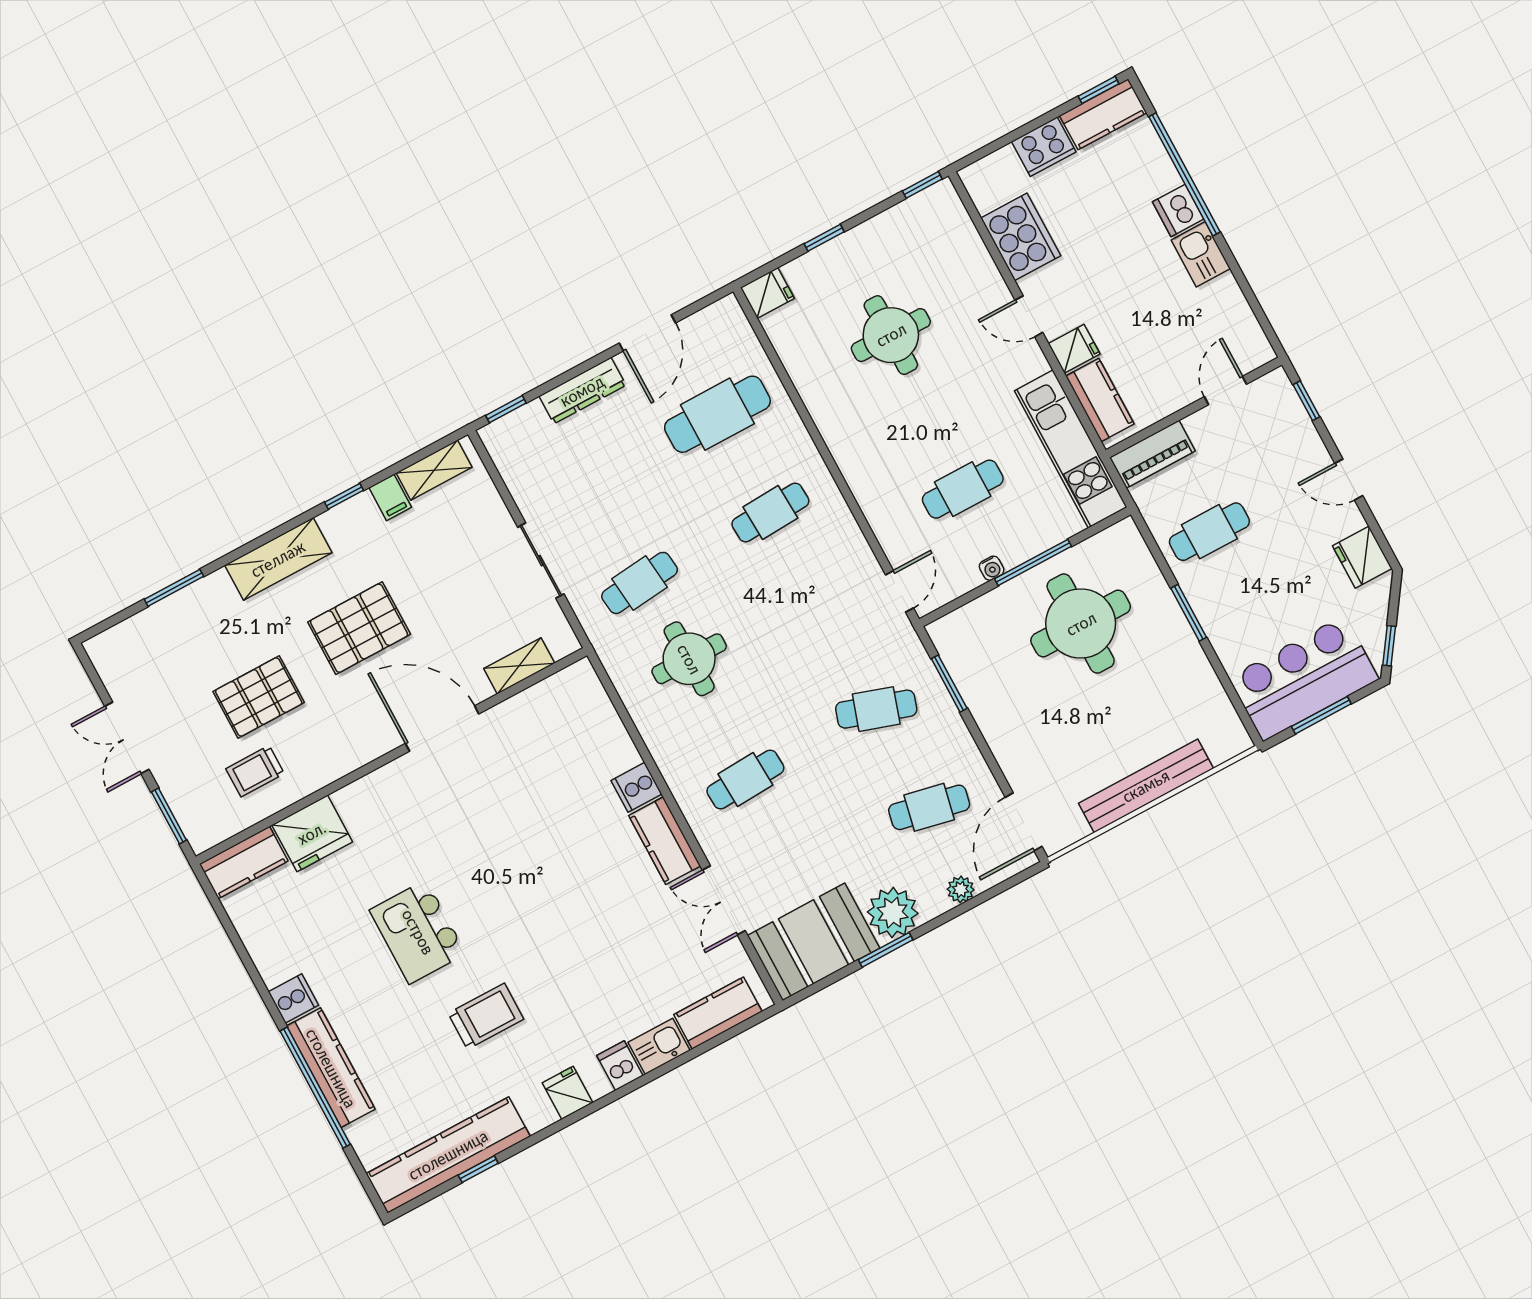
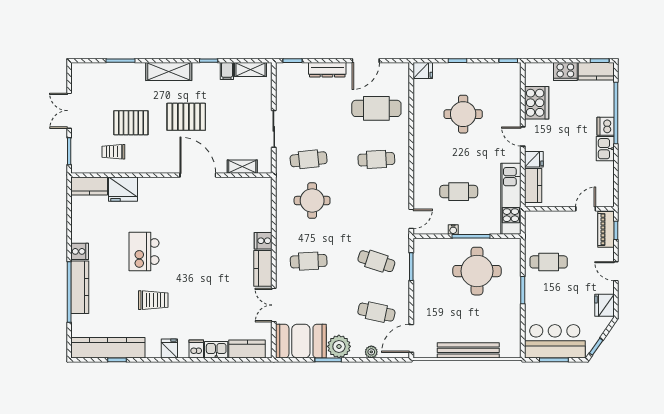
piano: (1152, 454) -> (606, 229), moved, turned 90

